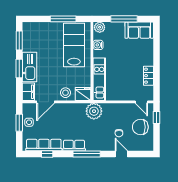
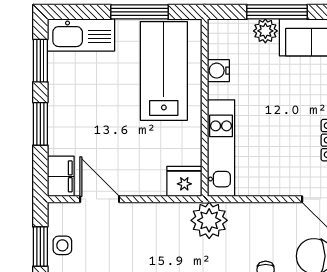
plant: (100, 27) -> (265, 31), moved
kitchen sink: (30, 67) -> (81, 35), moved, turned 90
stool: (65, 93) -> (145, 179), removed
door: (45, 102) -> (100, 199), swing flipped

